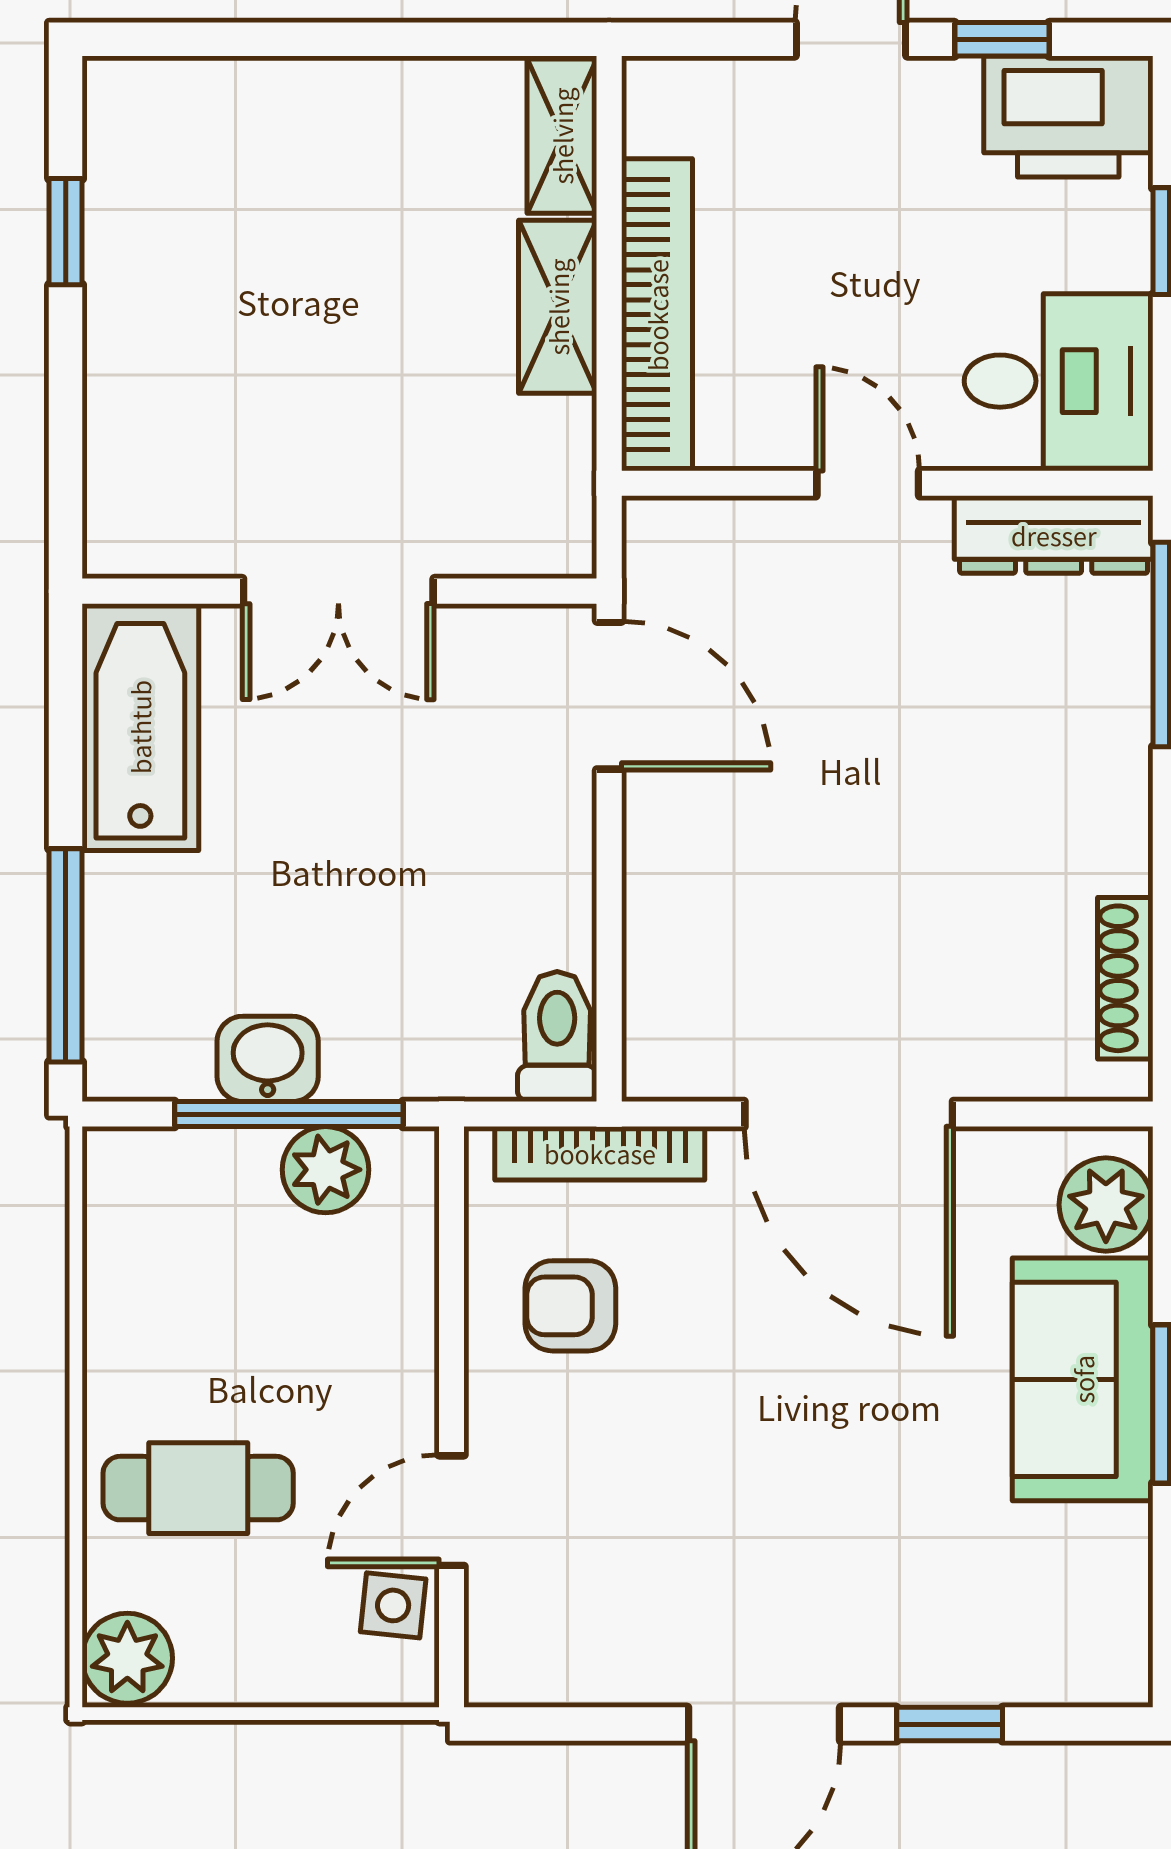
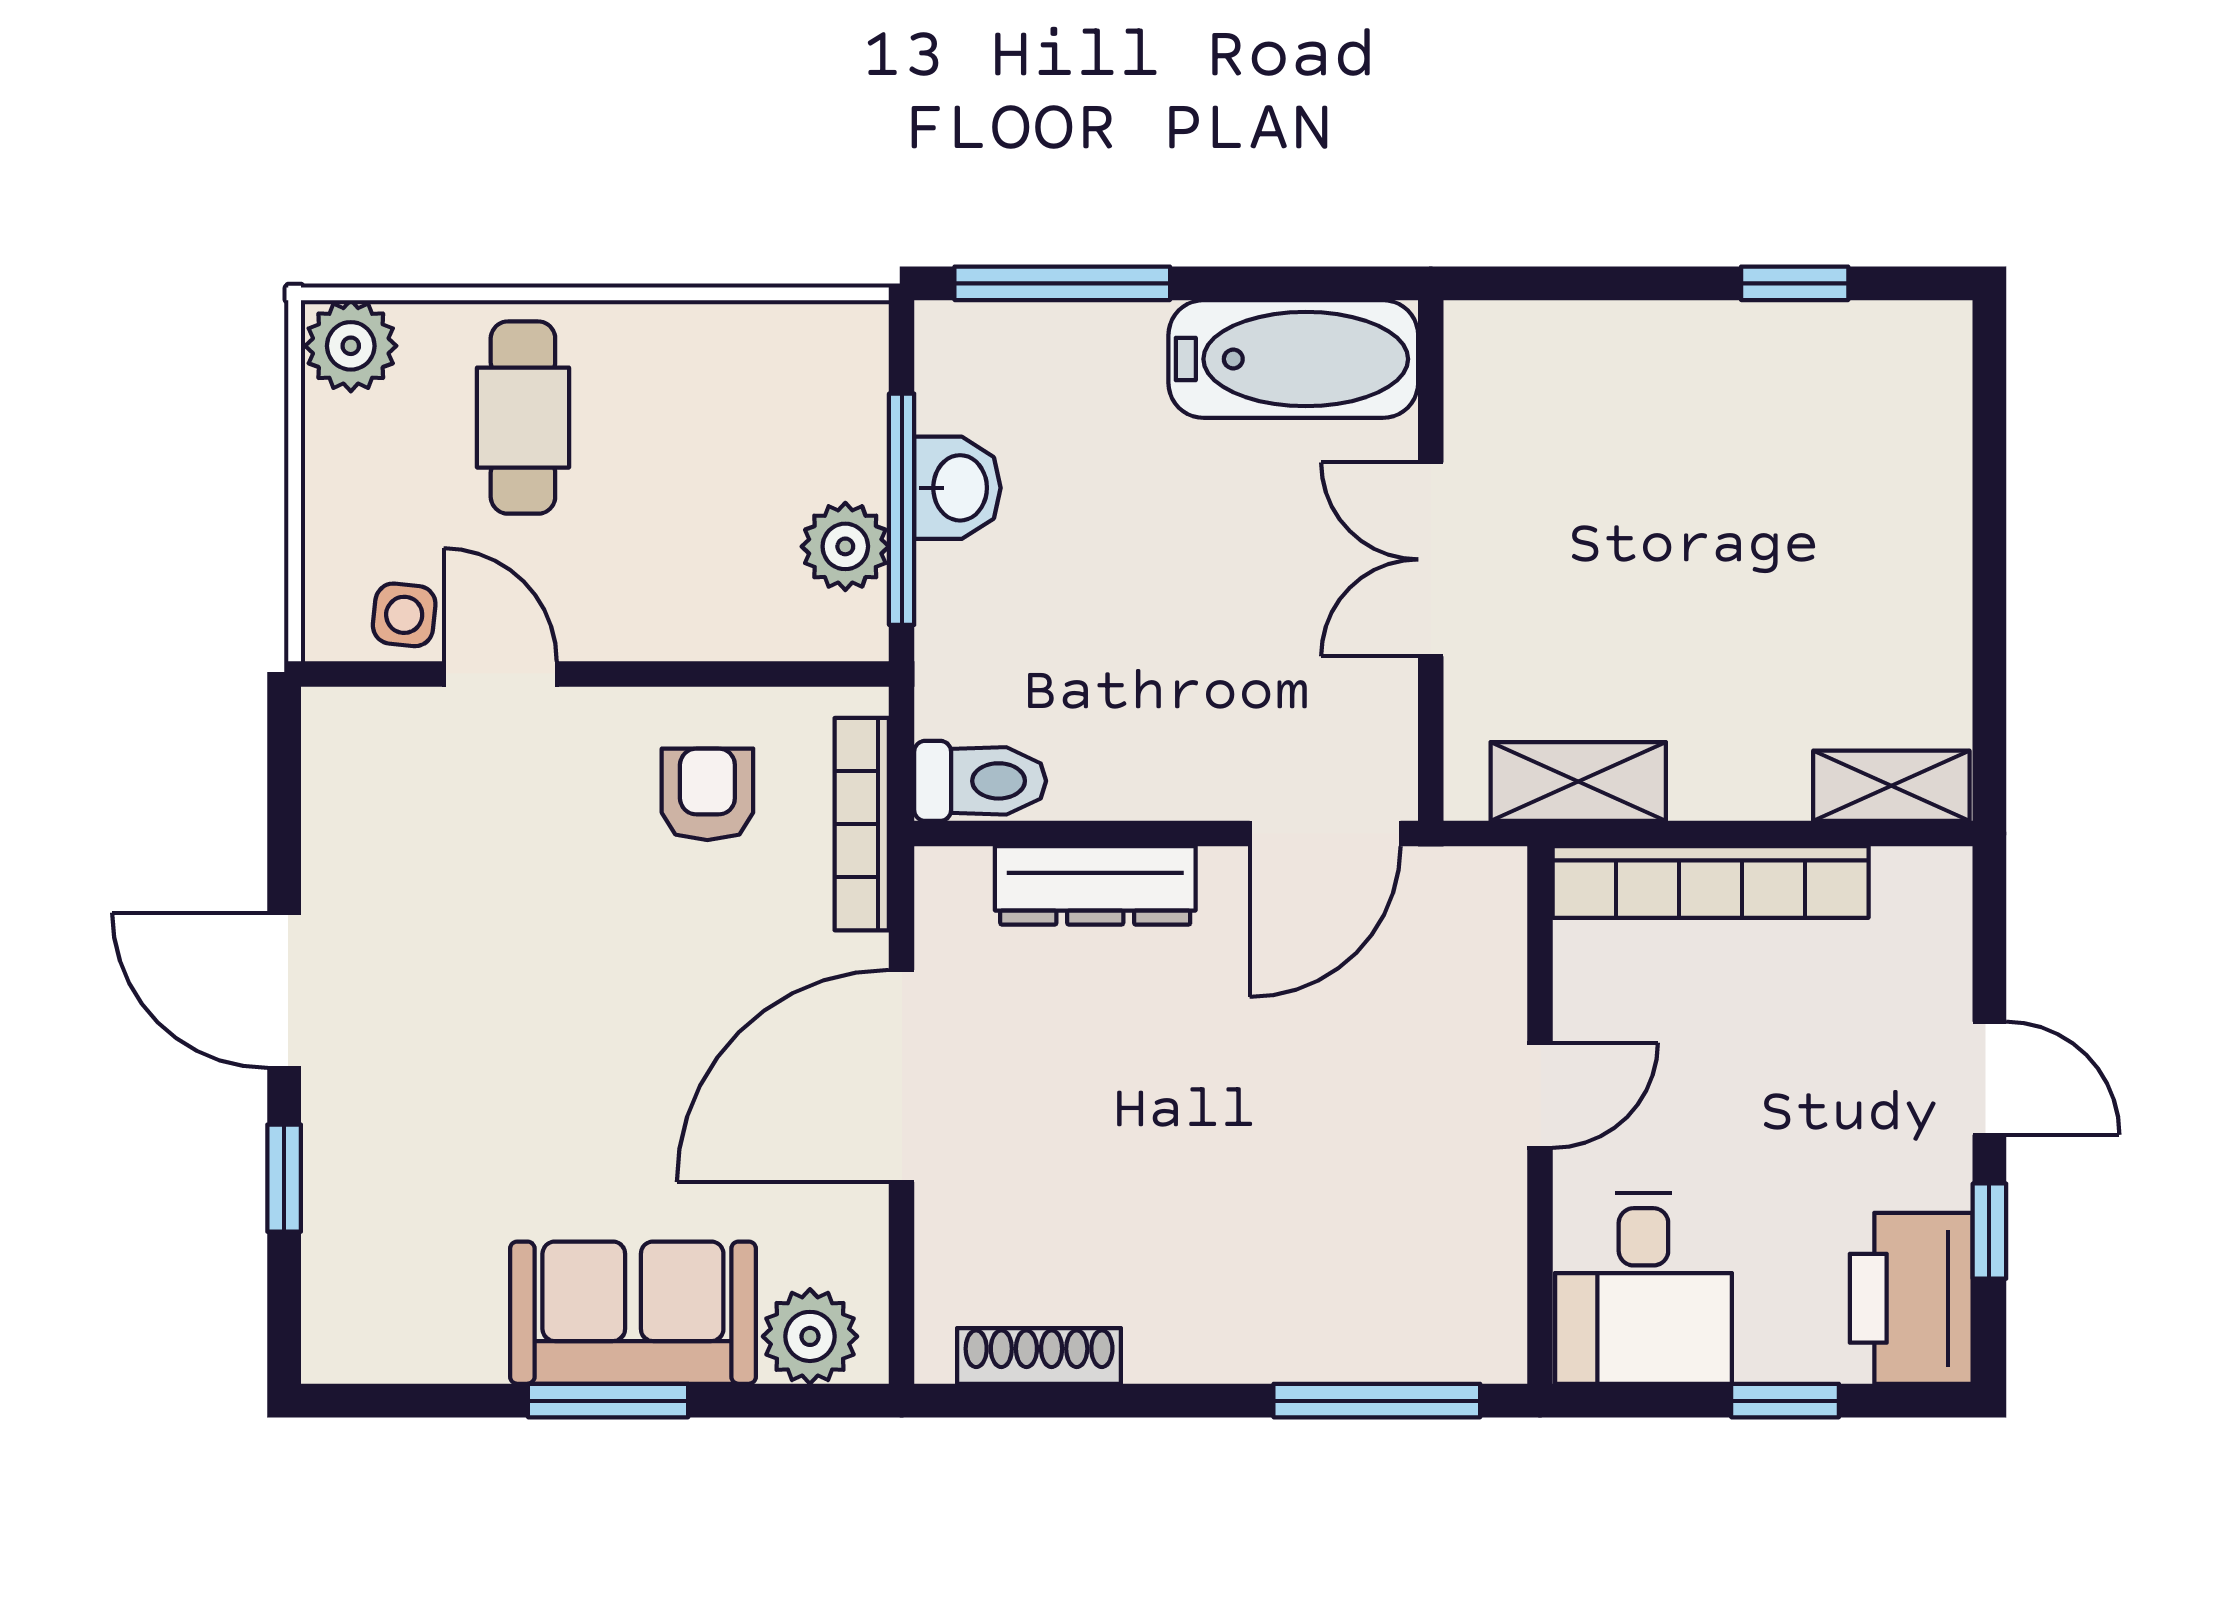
shelving: (558, 307) -> (1578, 781), moved
dresser: (1054, 535) -> (1095, 885), moved, turned -90

